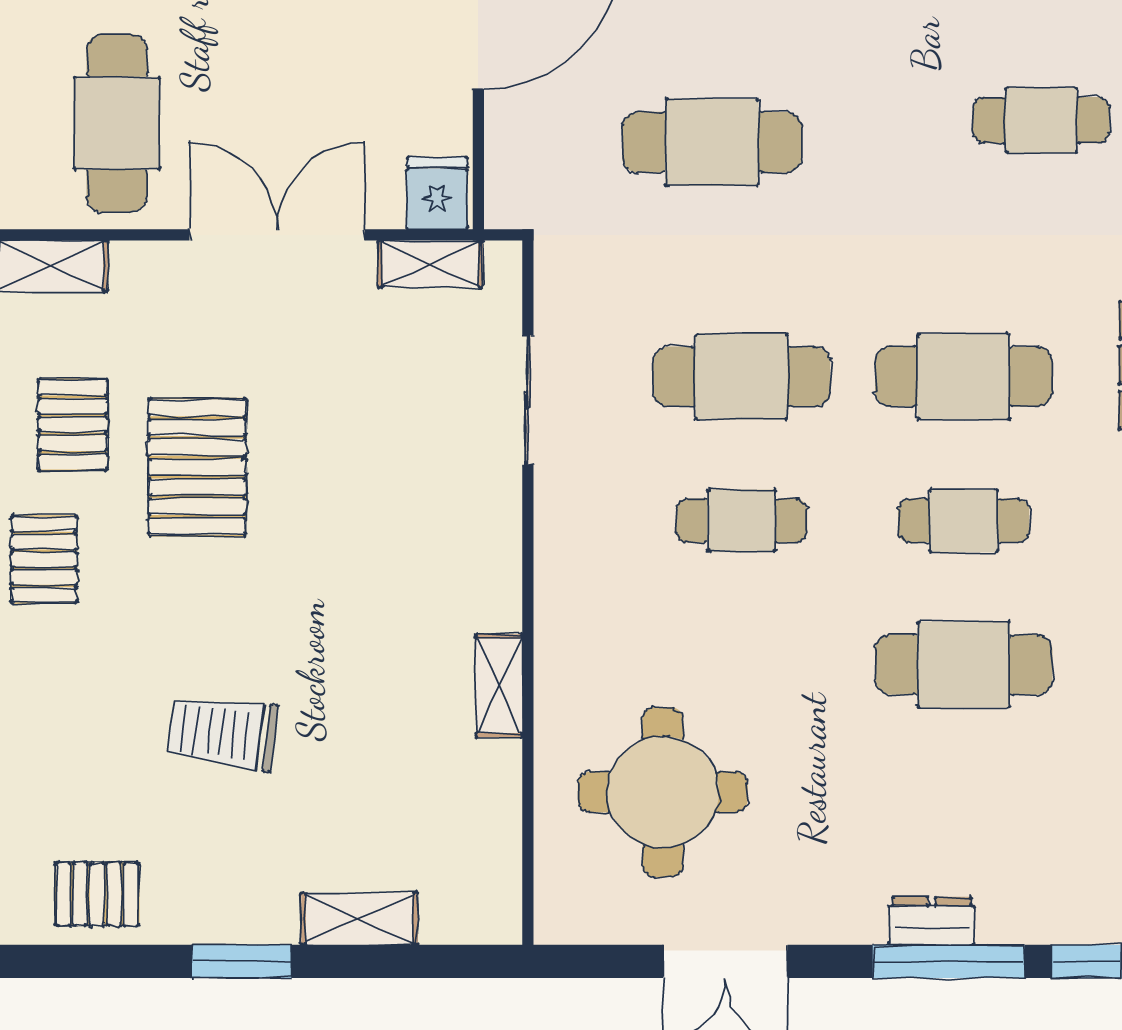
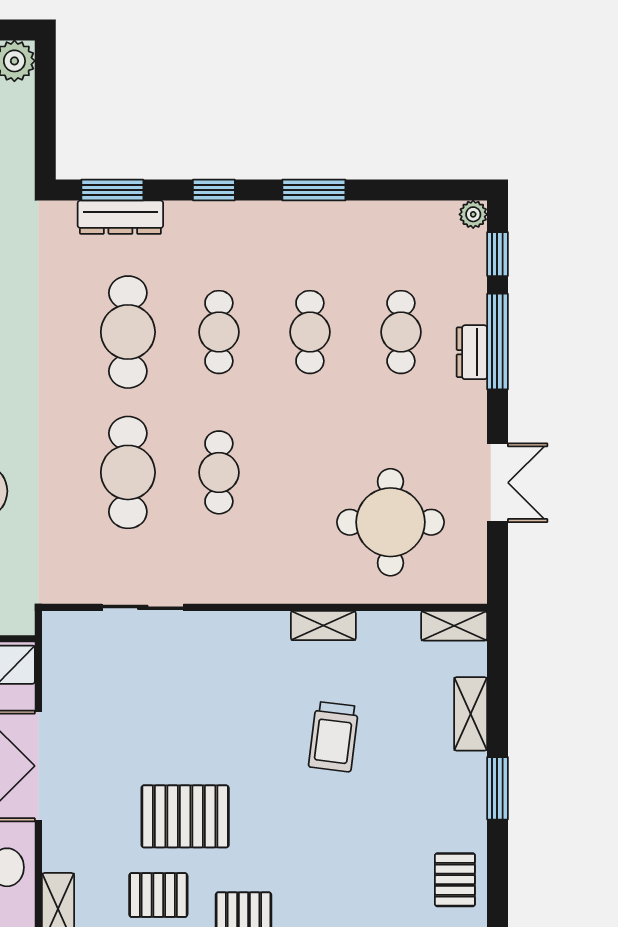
shelving: (430, 264) -> (454, 626), moved, turned 90
cafe table: (964, 665) -> (310, 332), width x0.73, depth x0.74
trolley: (222, 733) -> (334, 737), moved
cafe table: (964, 809) -> (401, 332), added

